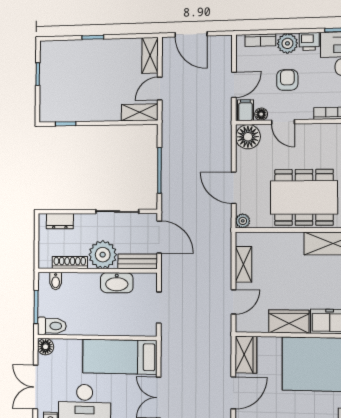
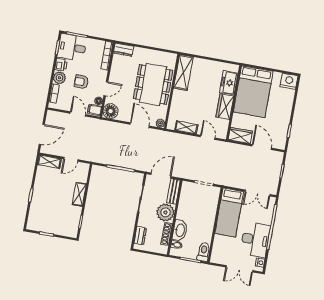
door: (160, 89) -> (71, 159), hinge flipped
shelving: (140, 112) -> (79, 194), moved
door: (234, 188) -> (140, 125), swing flipped
washbasin: (117, 283) -> (180, 230), moved
floor lamp: (45, 347) -> (216, 258), removed

